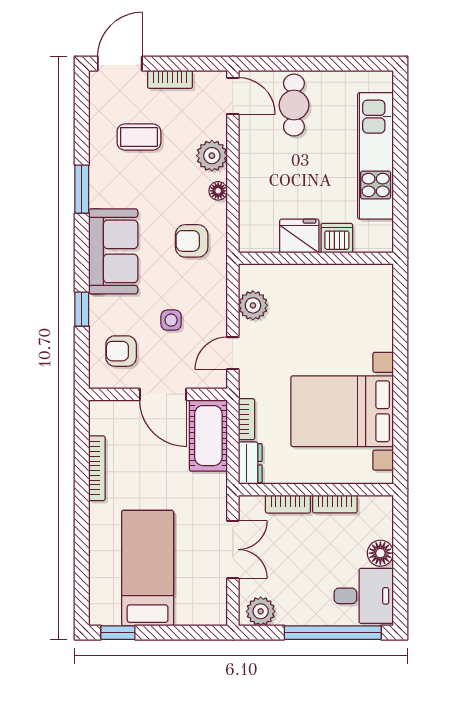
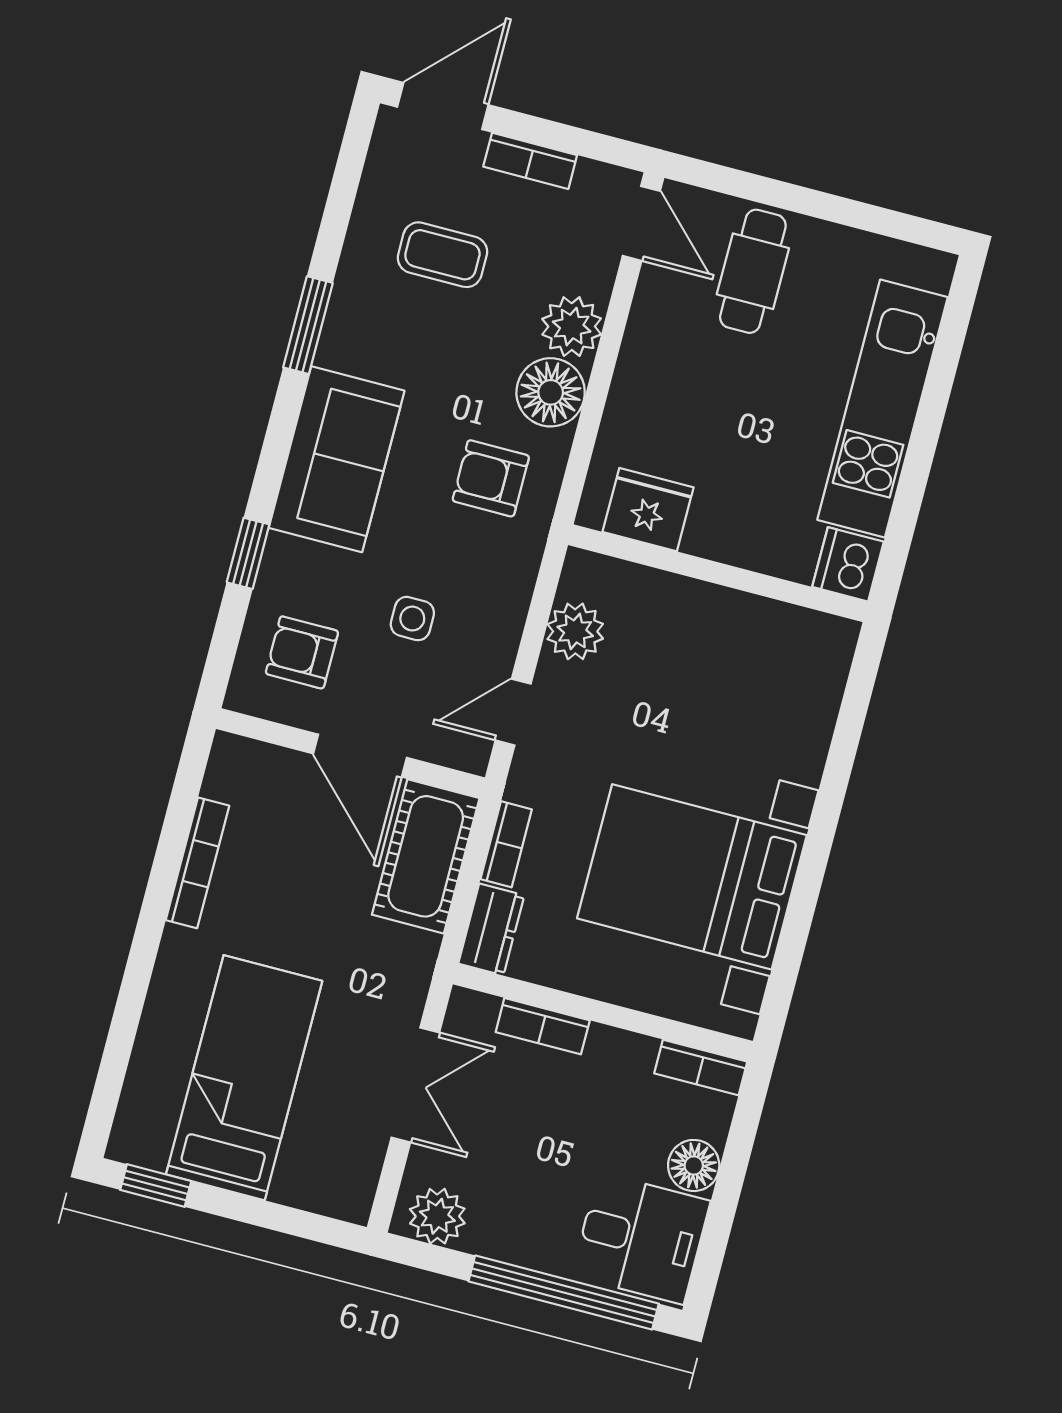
floor lamp: (218, 191) -> (551, 392), width x1.89, depth x1.89
fridge: (299, 236) -> (648, 510), moved
dishwasher: (337, 238) -> (848, 564), moved, turned -90
bookcase: (335, 504) -> (701, 1068), moved

